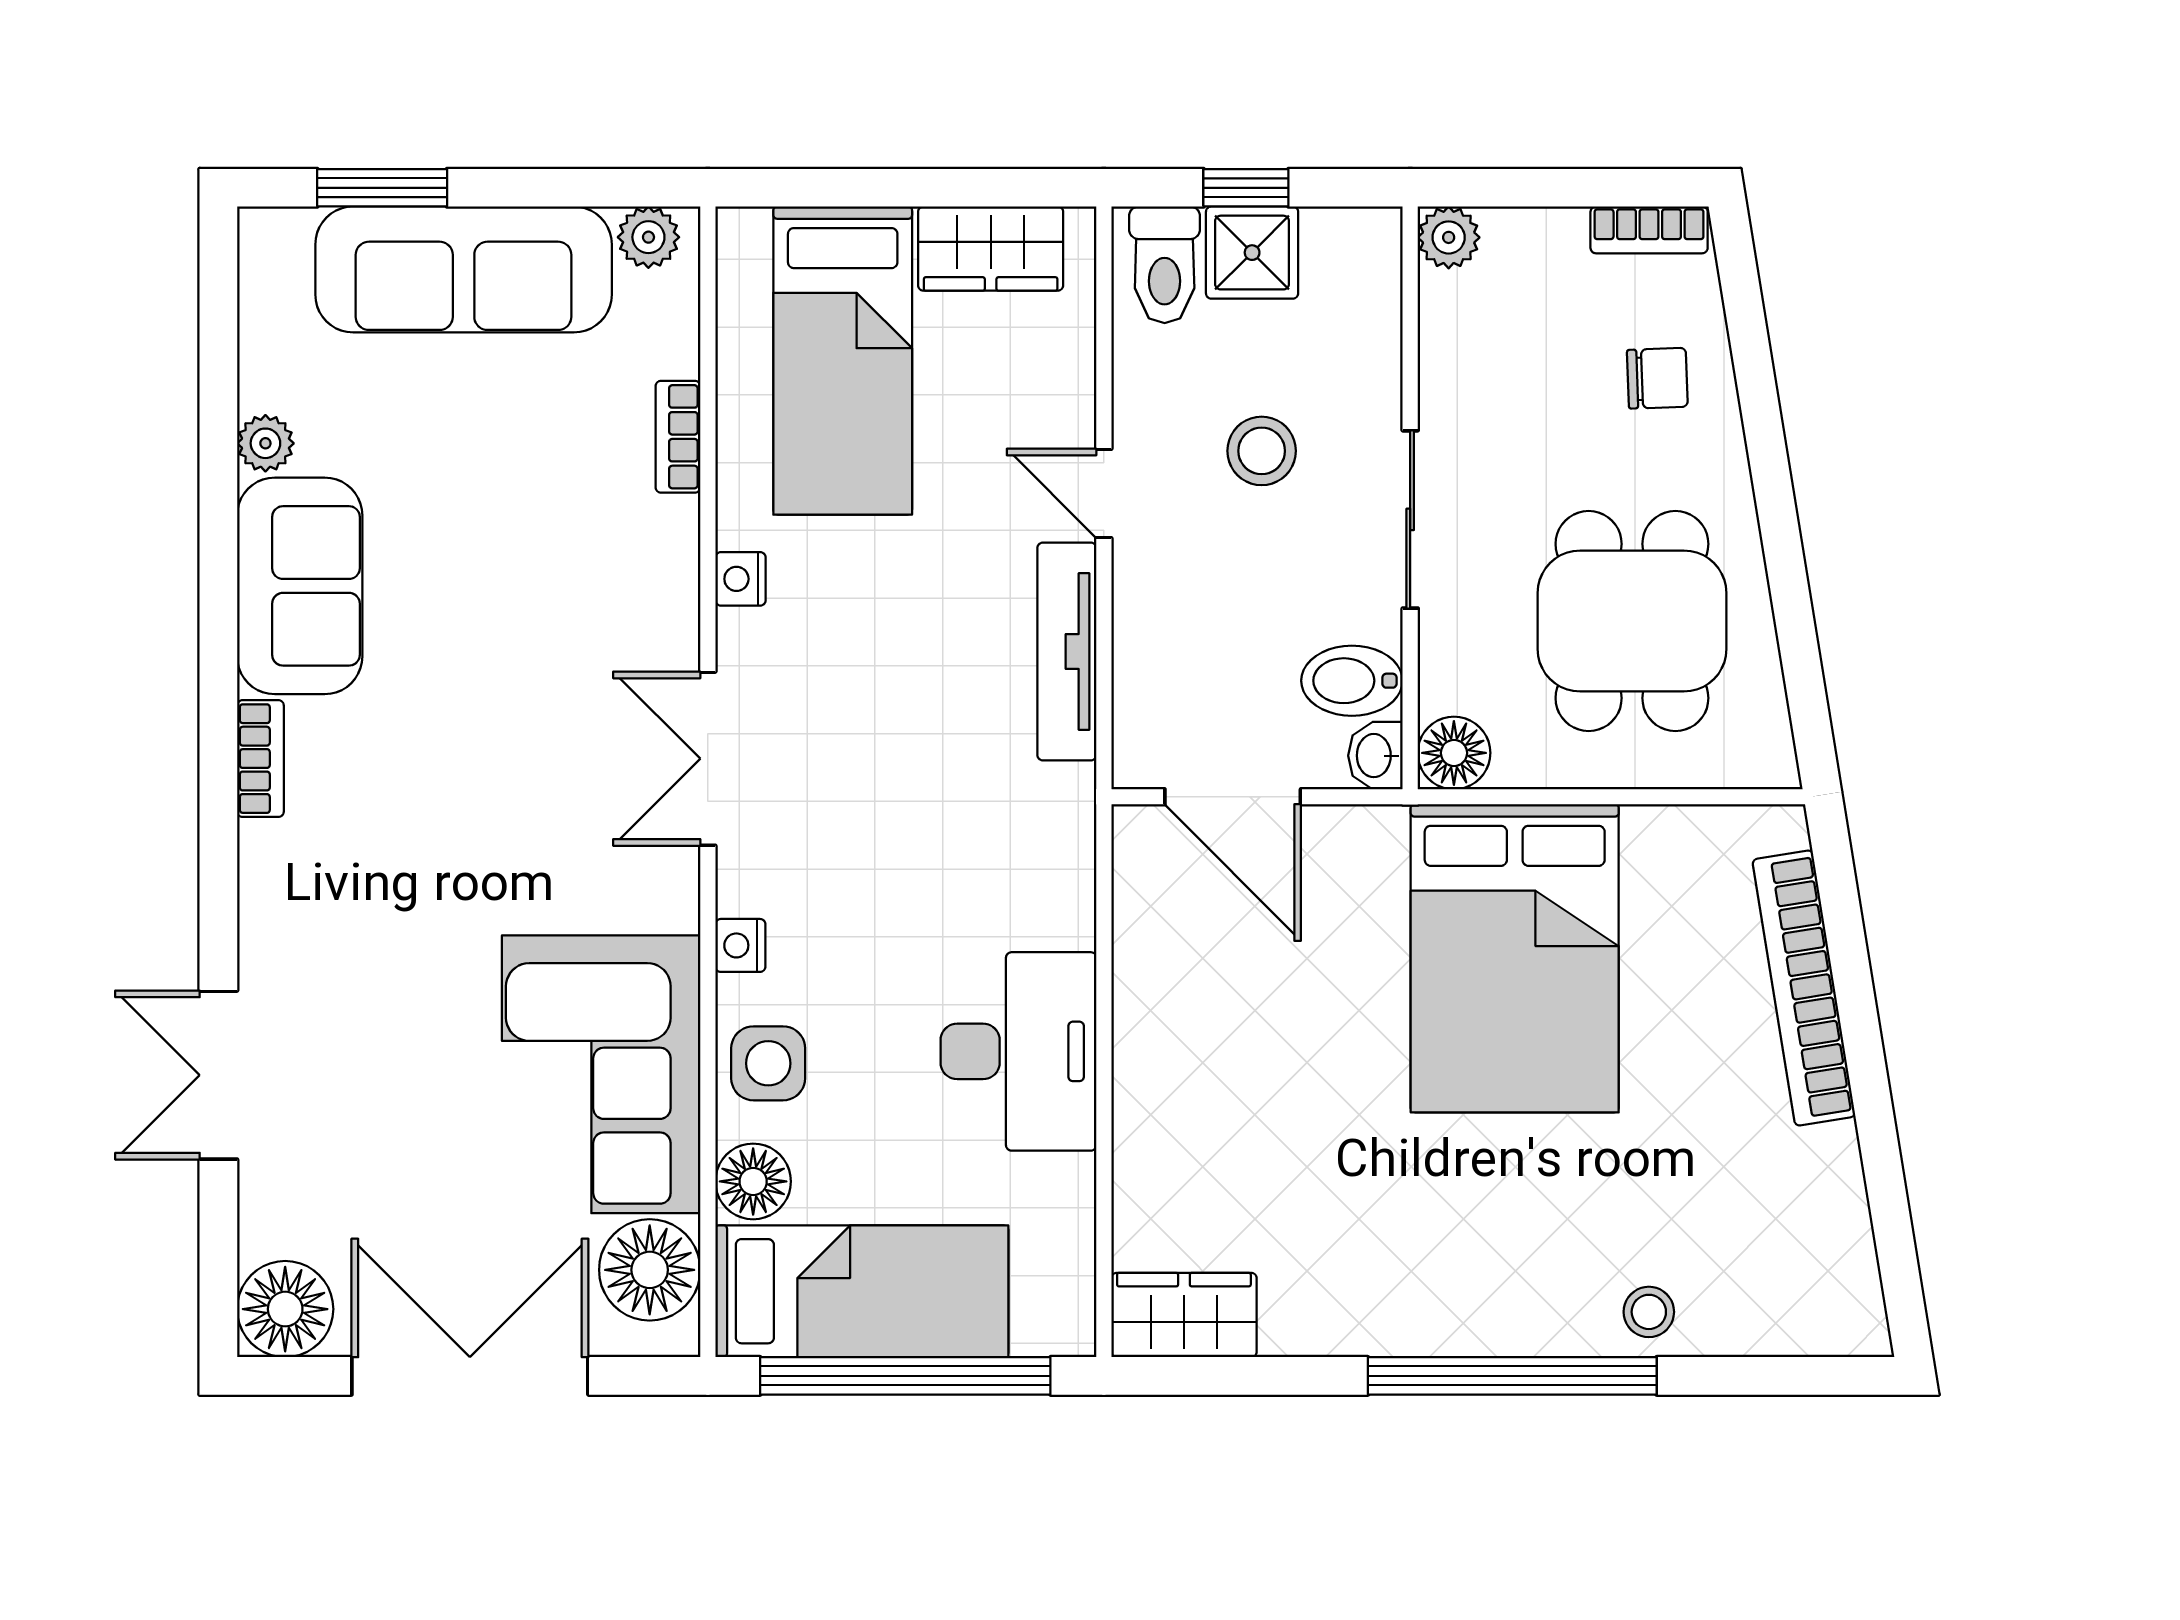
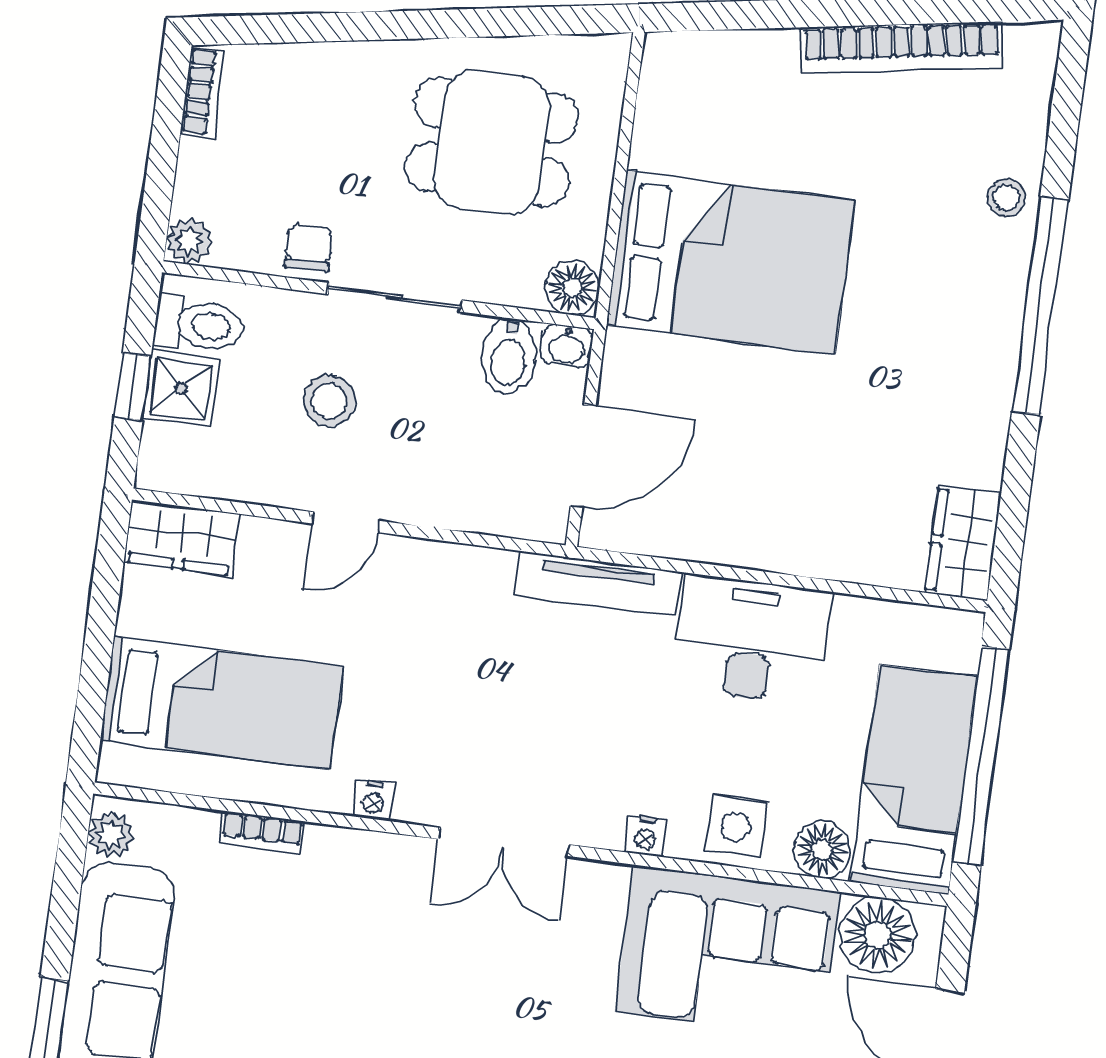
wardrobe: (991, 249) -> (182, 538), moved, turned 90
toilet: (1165, 265) -> (199, 325), moved
chair: (1657, 378) -> (309, 248), moved
tv unit: (1067, 652) -> (597, 583), moved
bookcase: (1804, 988) -> (902, 47), moved

